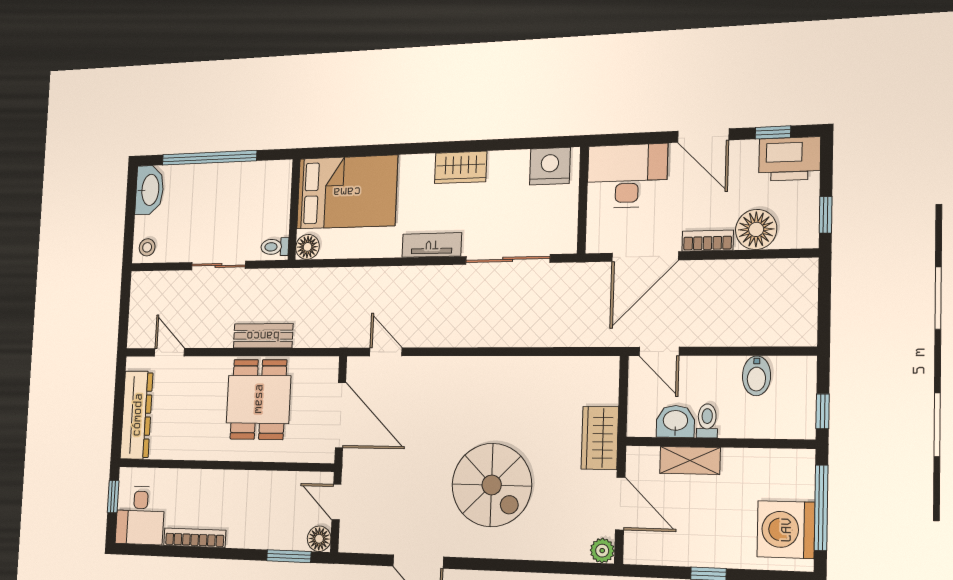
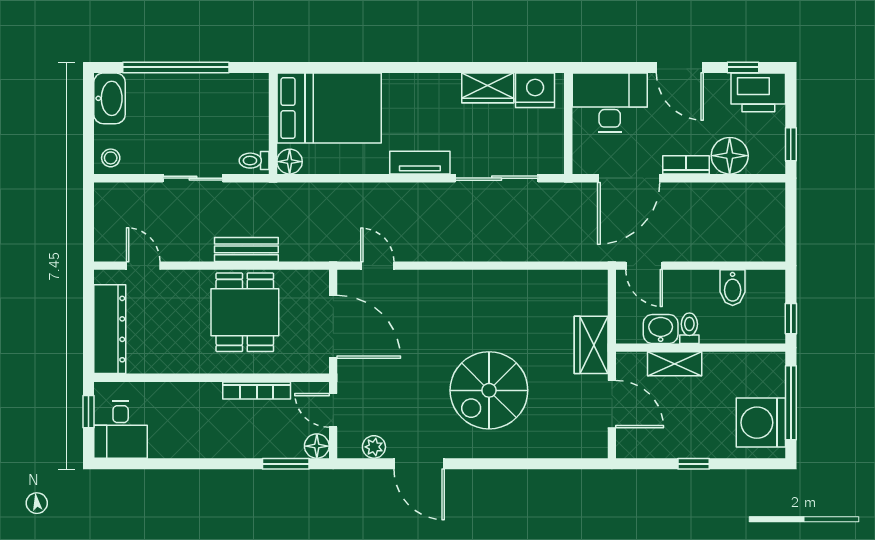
wardrobe: (461, 167) -> (488, 88), moved
spiral stairs: (492, 485) -> (489, 390), turned 90
bookcase: (195, 538) -> (257, 390), moved, turned 180
plant: (602, 551) -> (374, 447), moved

